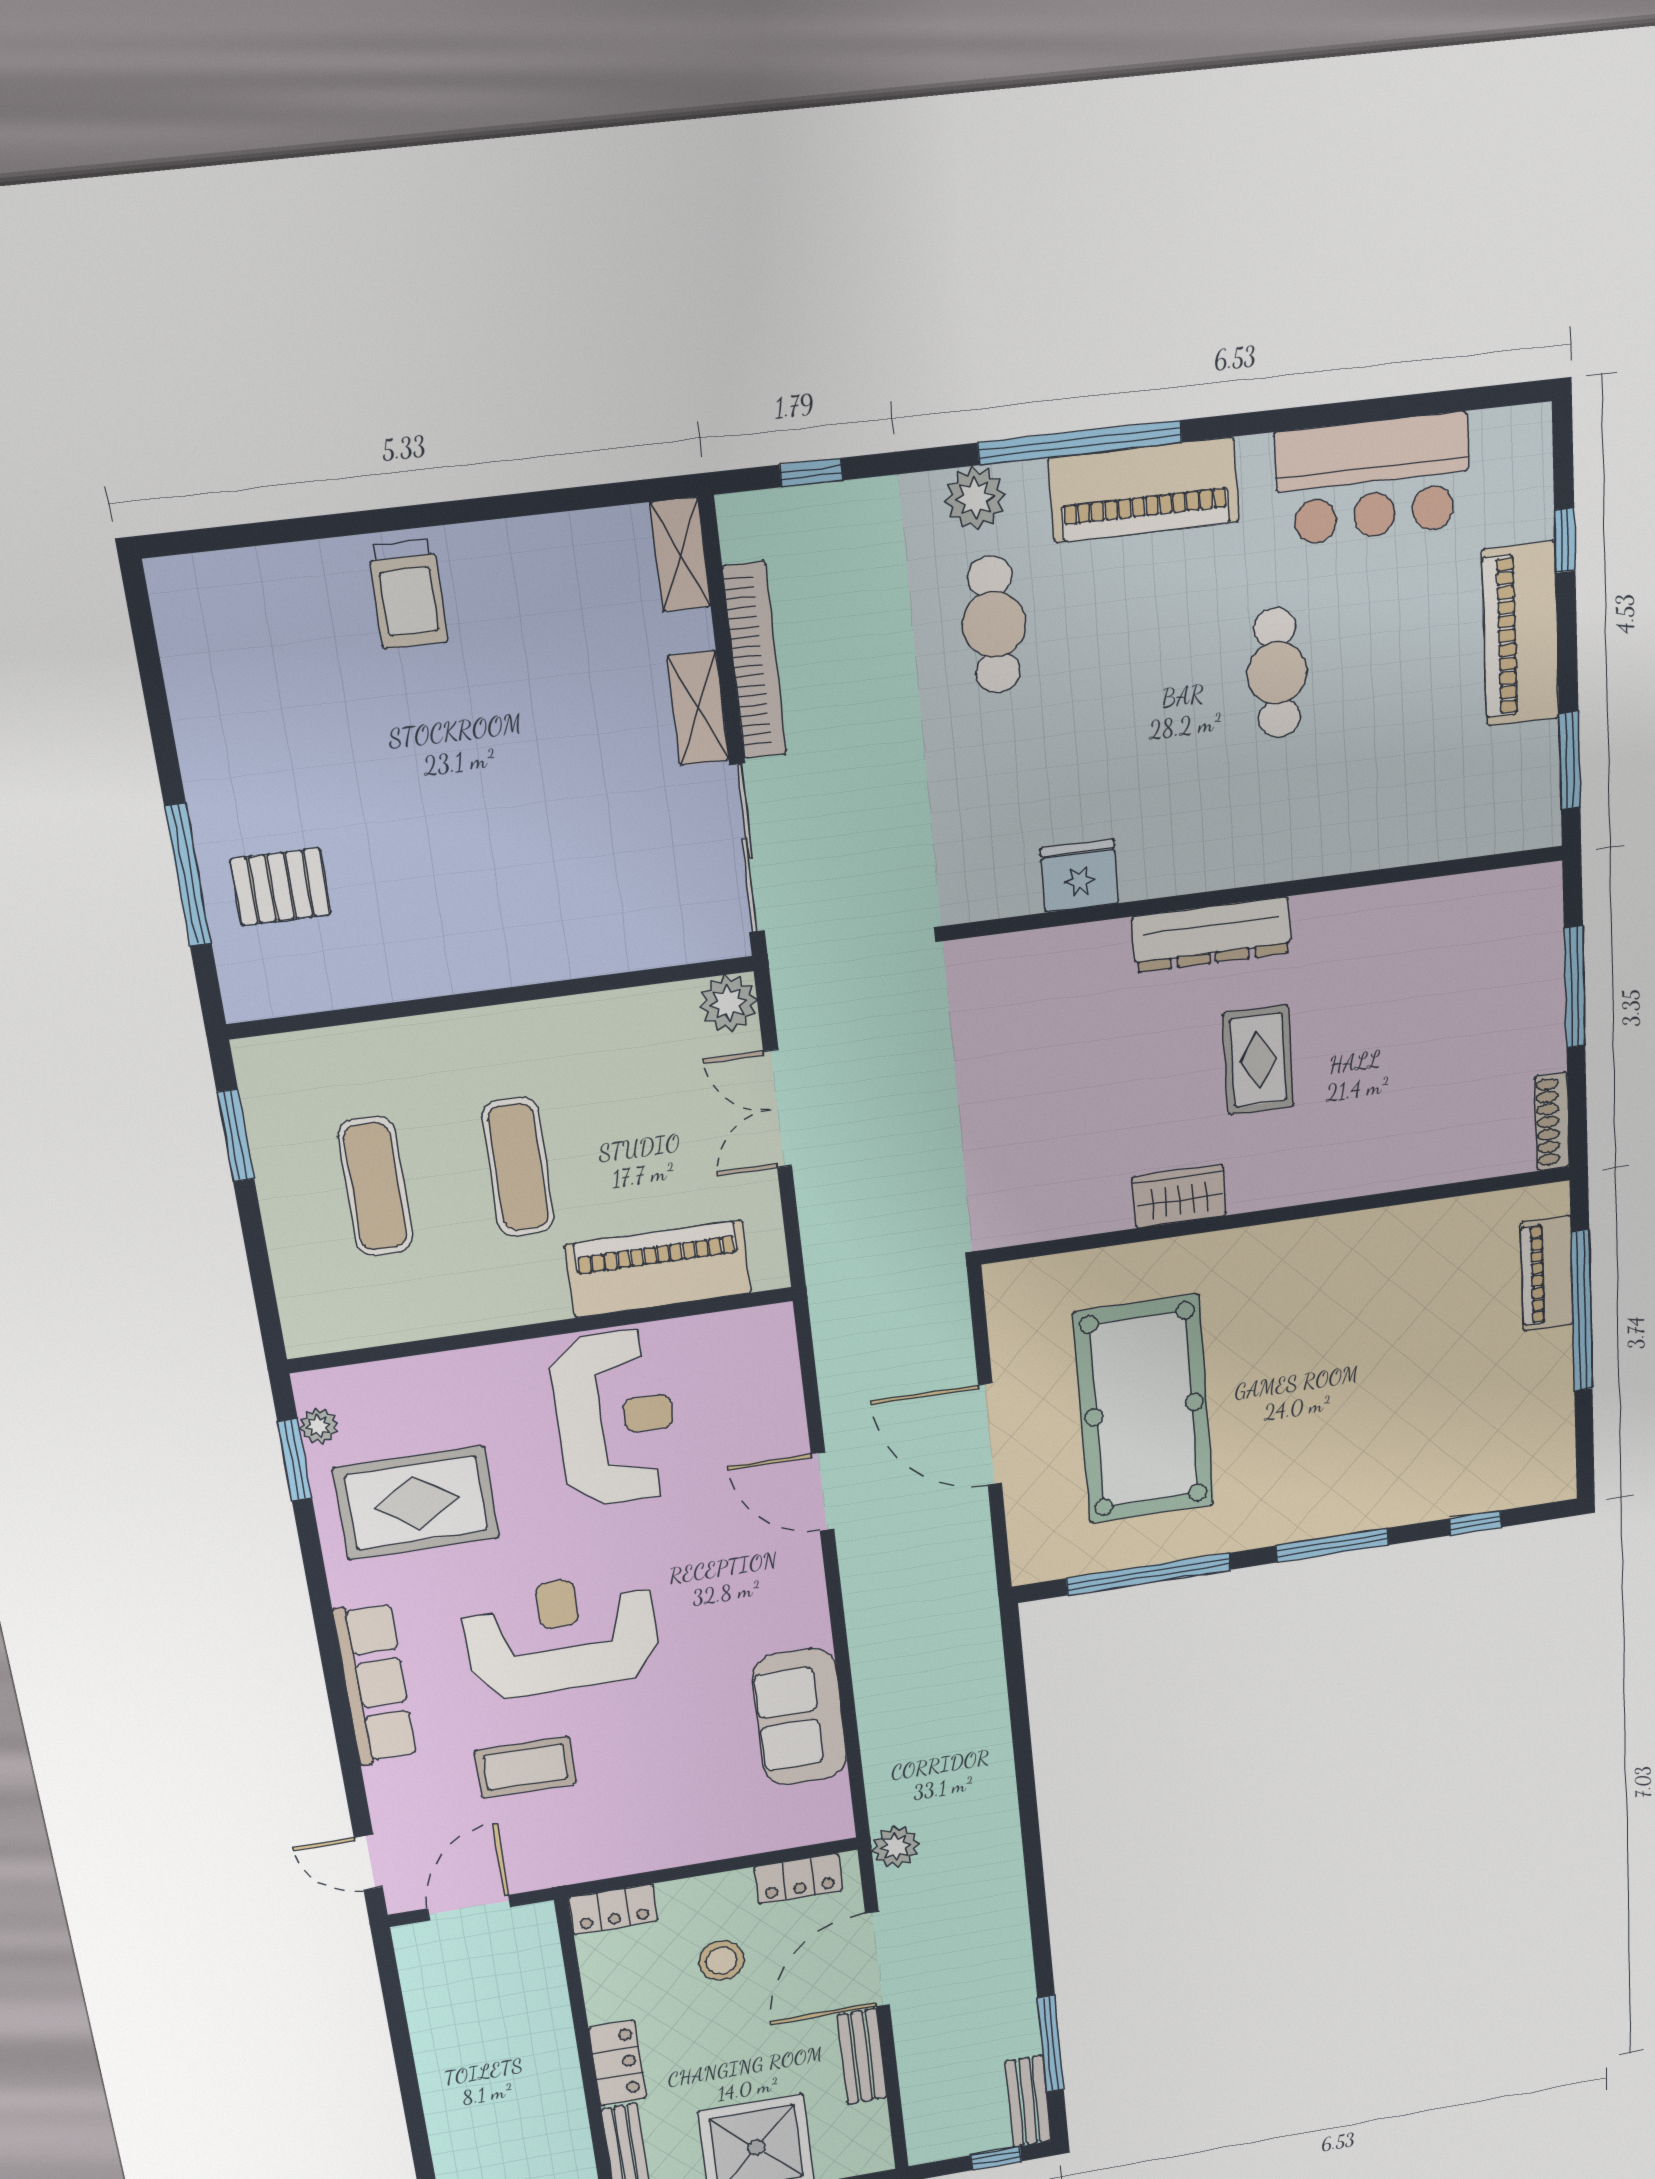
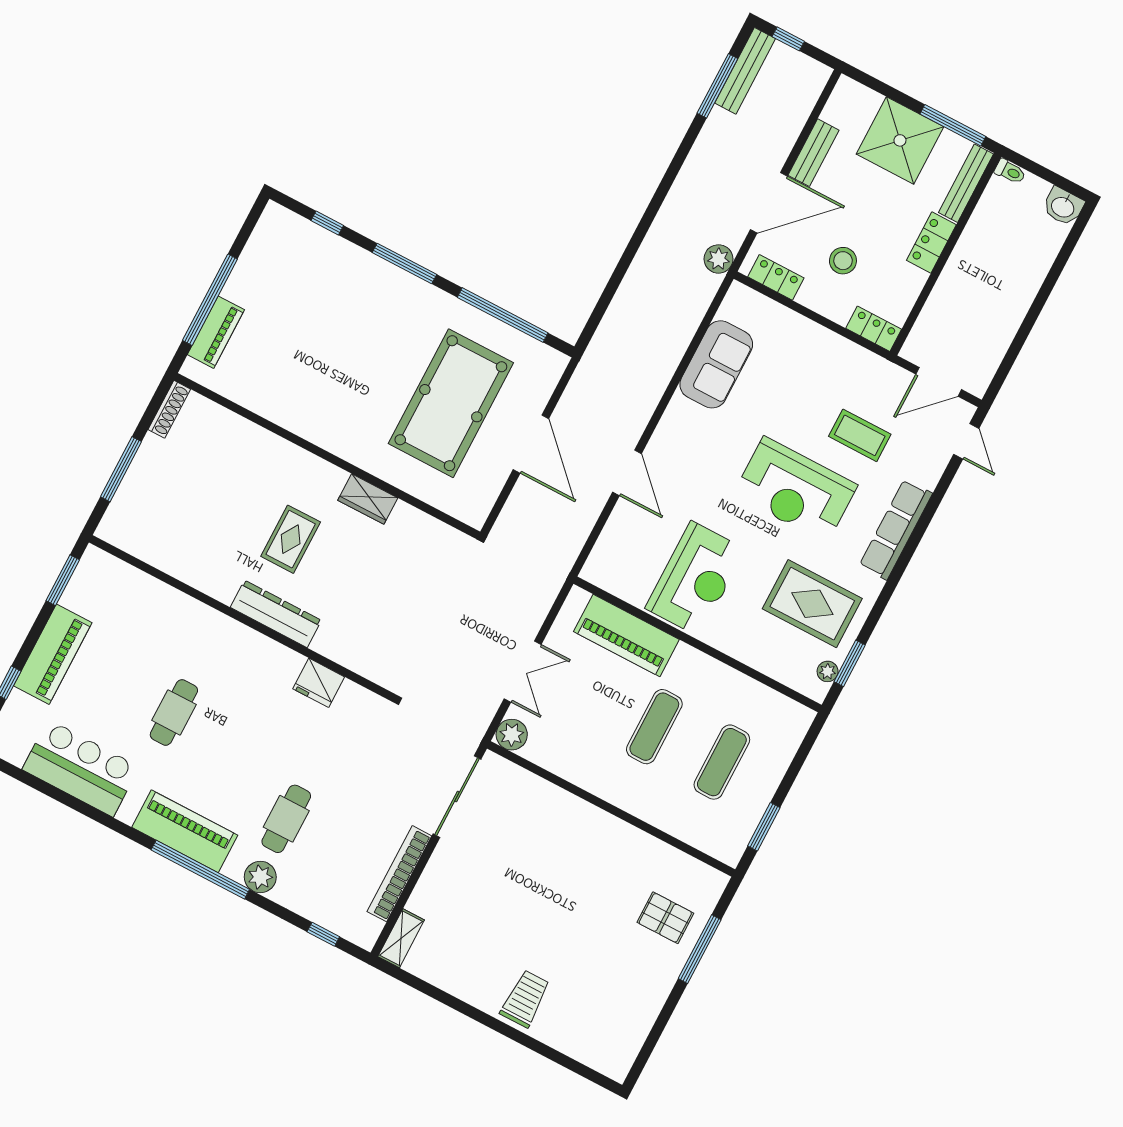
shelving: (698, 708) -> (437, 871), removed
reception desk: (615, 1418) -> (695, 579), turned 180
bench: (1028, 2101) -> (745, 71), width x1.36

